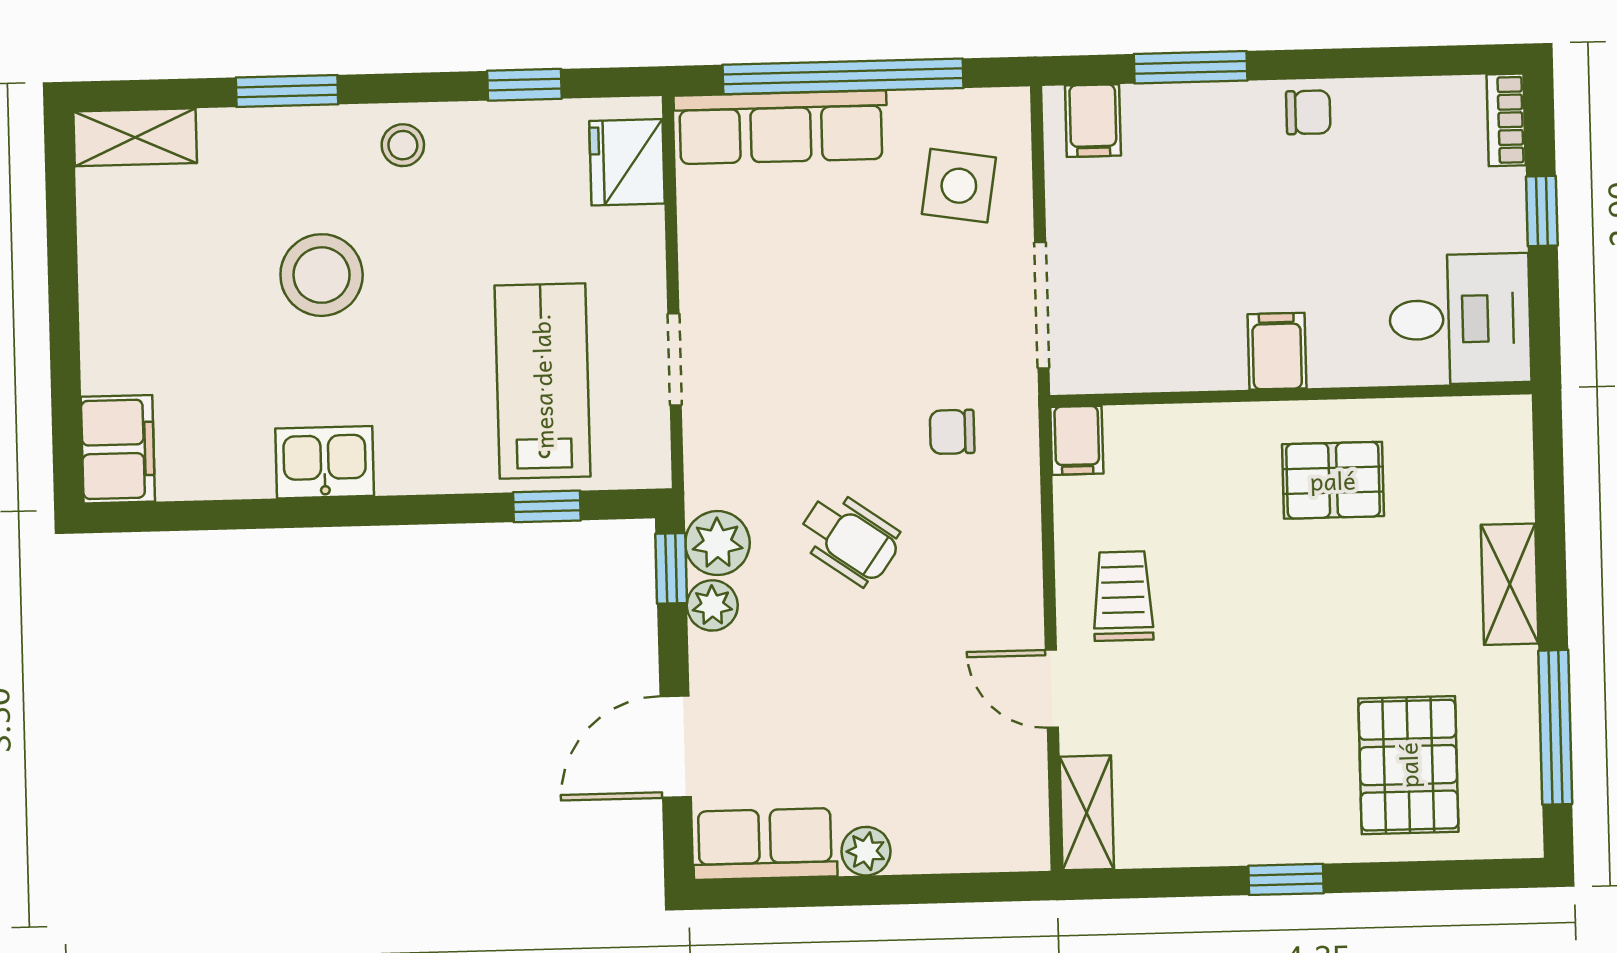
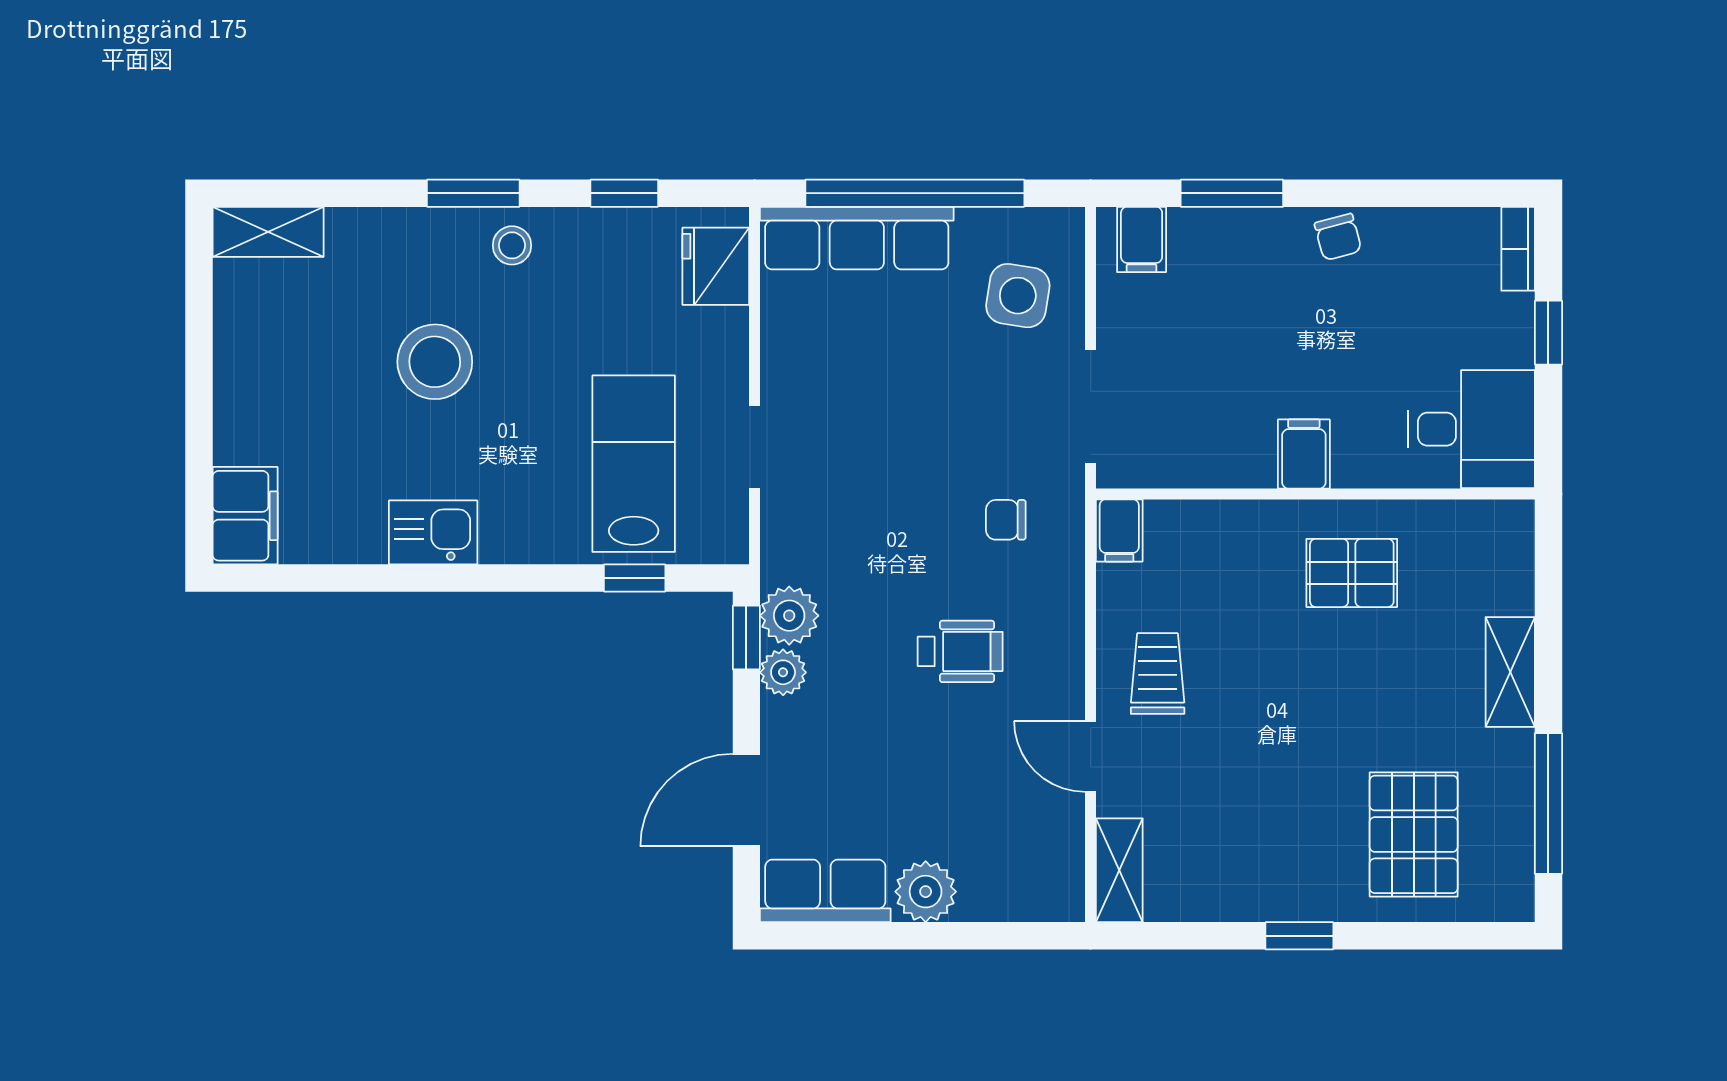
window: (287, 91) -> (473, 193), moved
chair: (1308, 112) -> (1338, 237), turned 75
wheelchair: (849, 538) -> (960, 651), moved, turned -35
plant: (866, 851) -> (926, 892), width x1.38, depth x1.38

